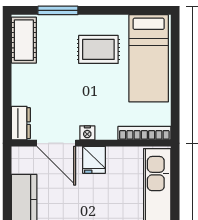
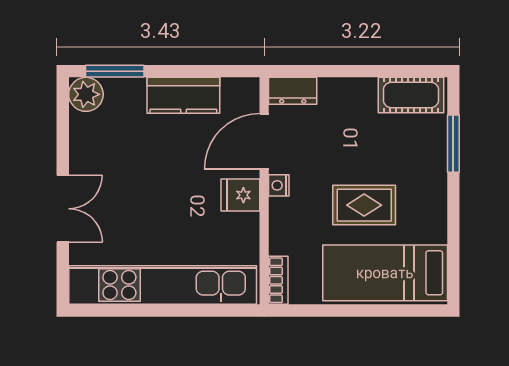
rug: (98, 49) -> (364, 205), moved, turned 90
bookcase: (144, 133) -> (278, 280), width x0.64

